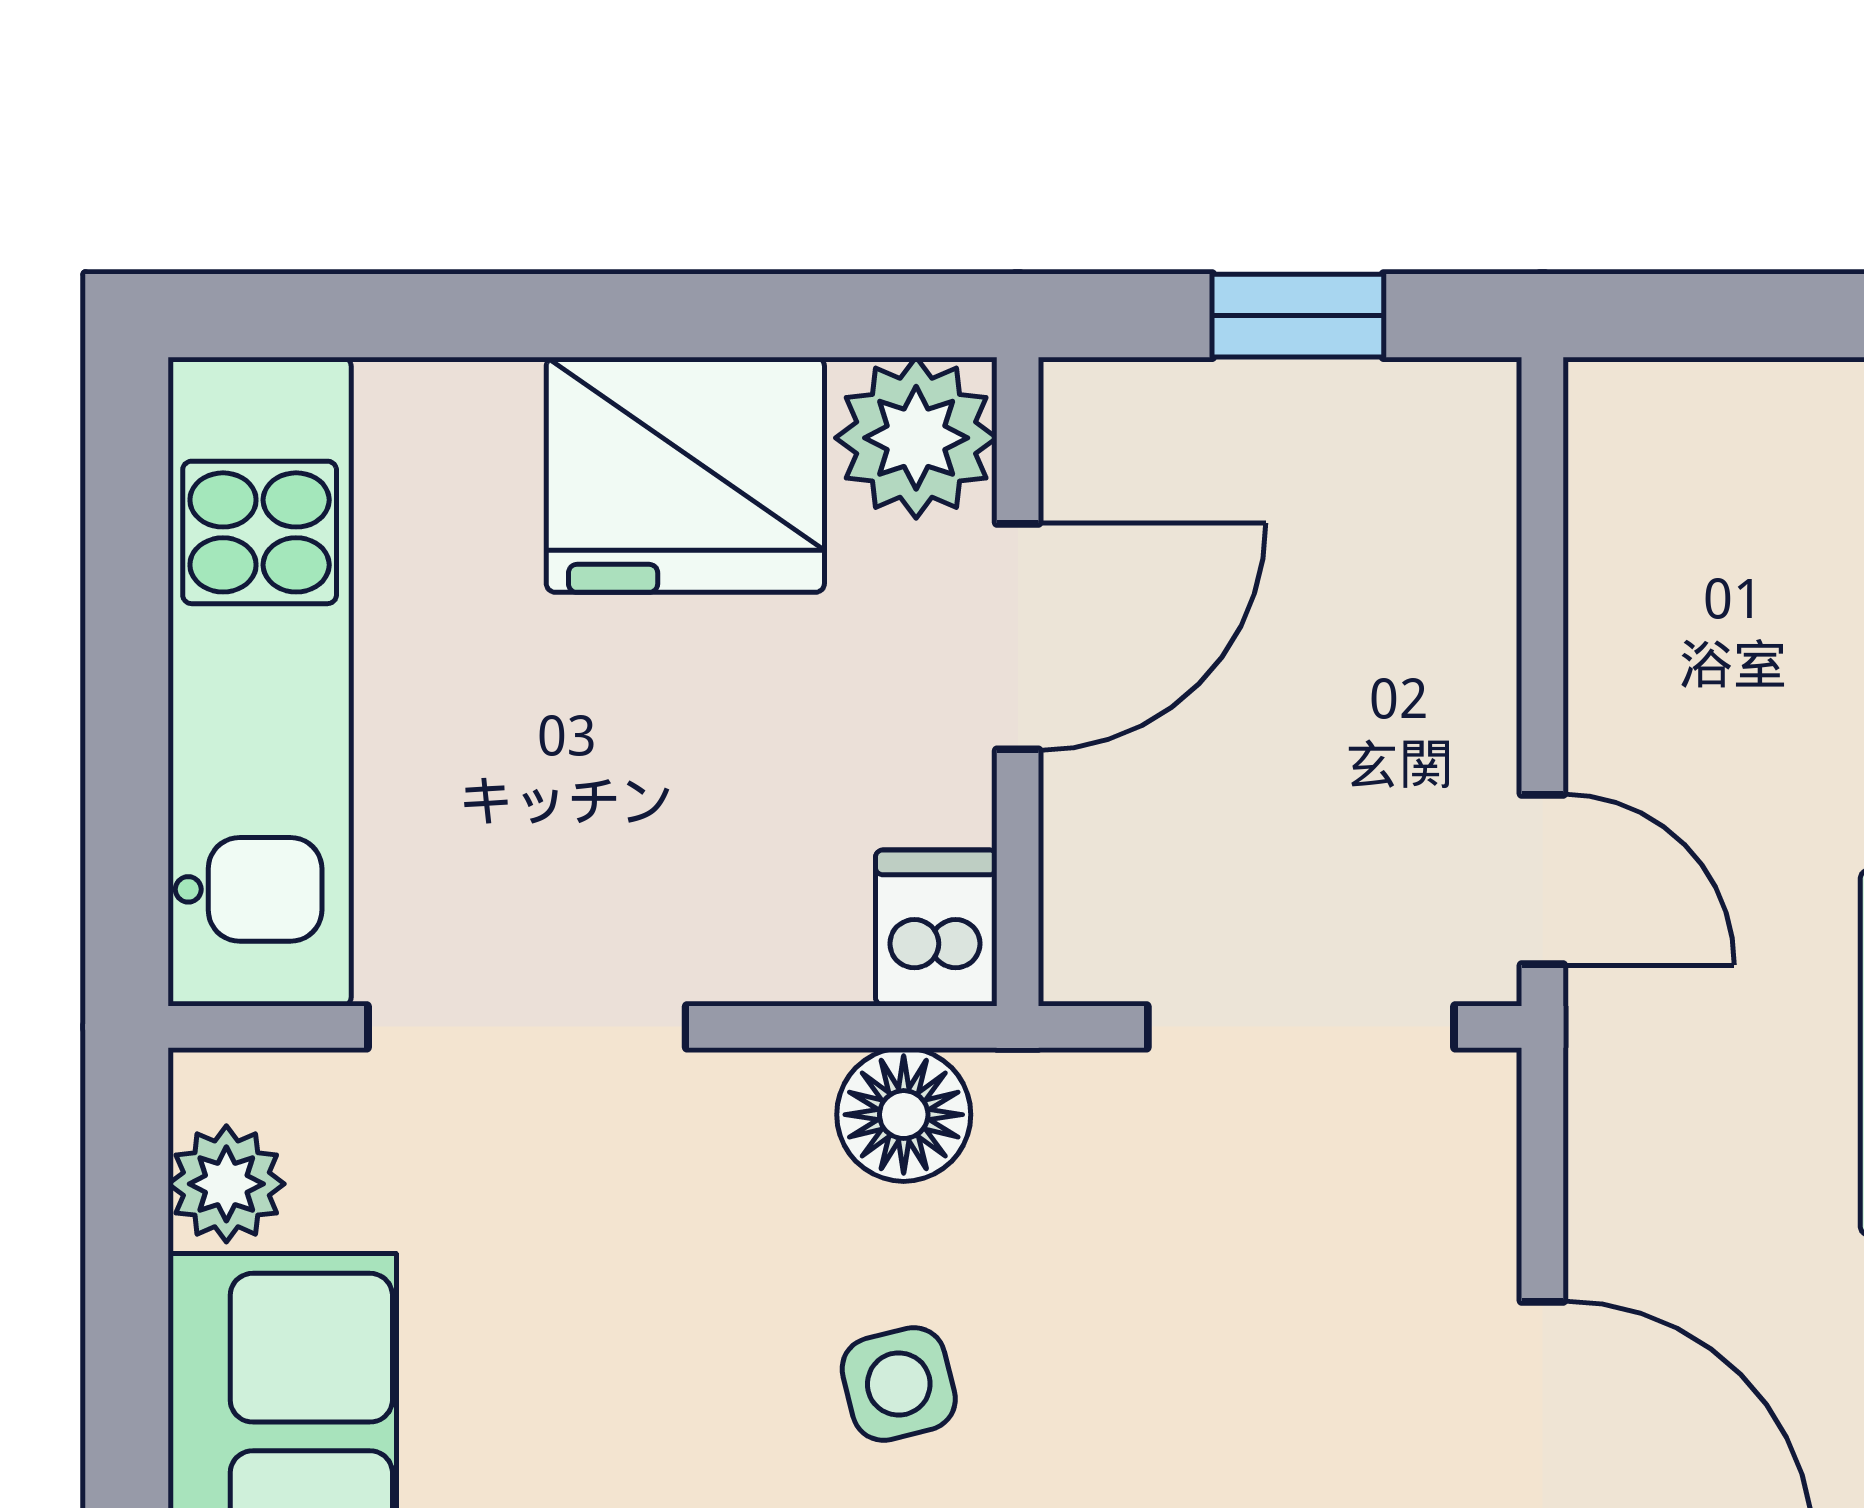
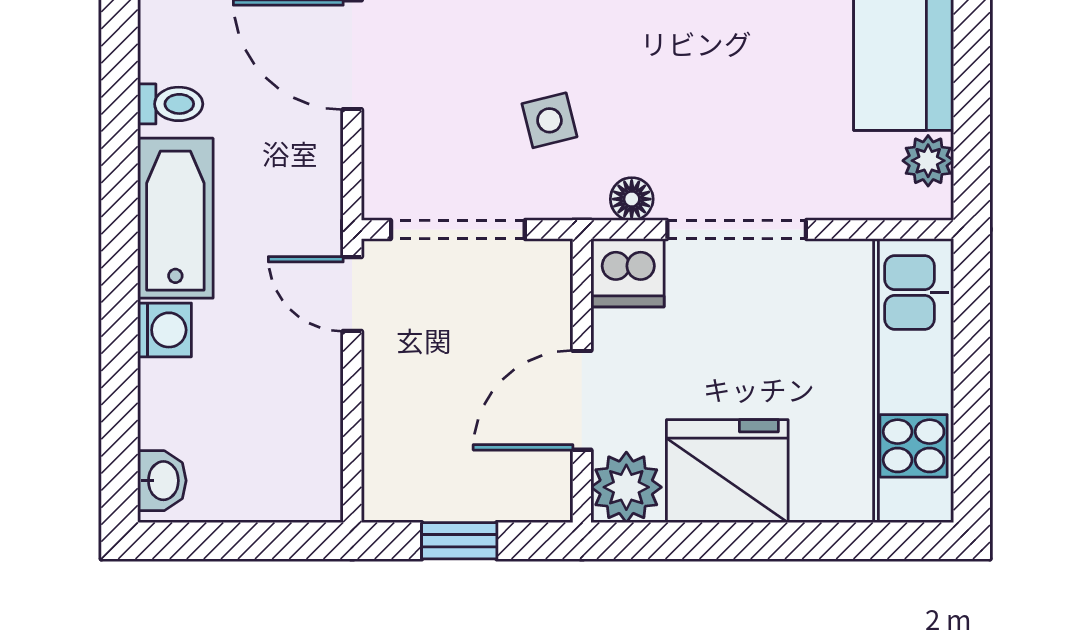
dishwasher: (936, 928) -> (627, 273), width x1.38
doorway: (527, 1027) -> (737, 229), moved
floor lamp: (904, 1115) -> (632, 199), width x0.73, depth x0.73
side table: (899, 1384) -> (549, 120), moved

